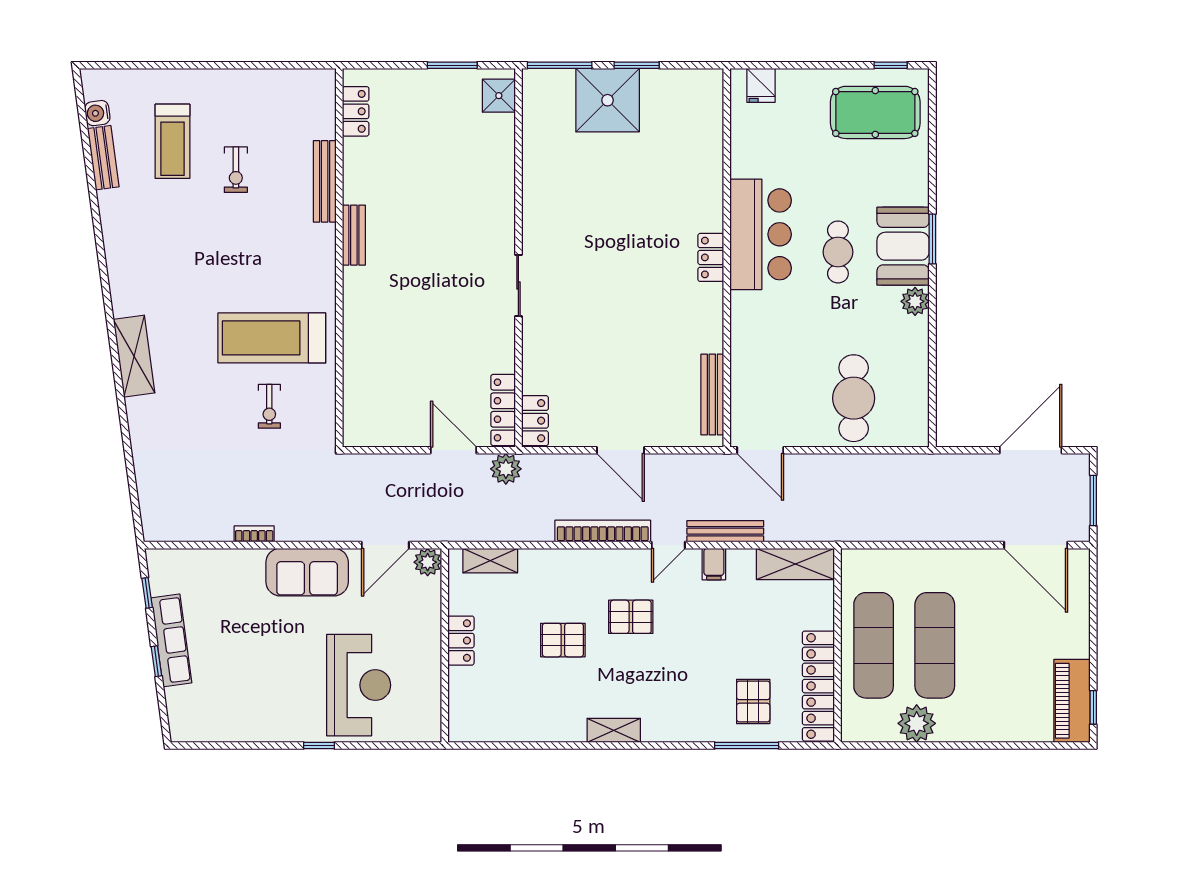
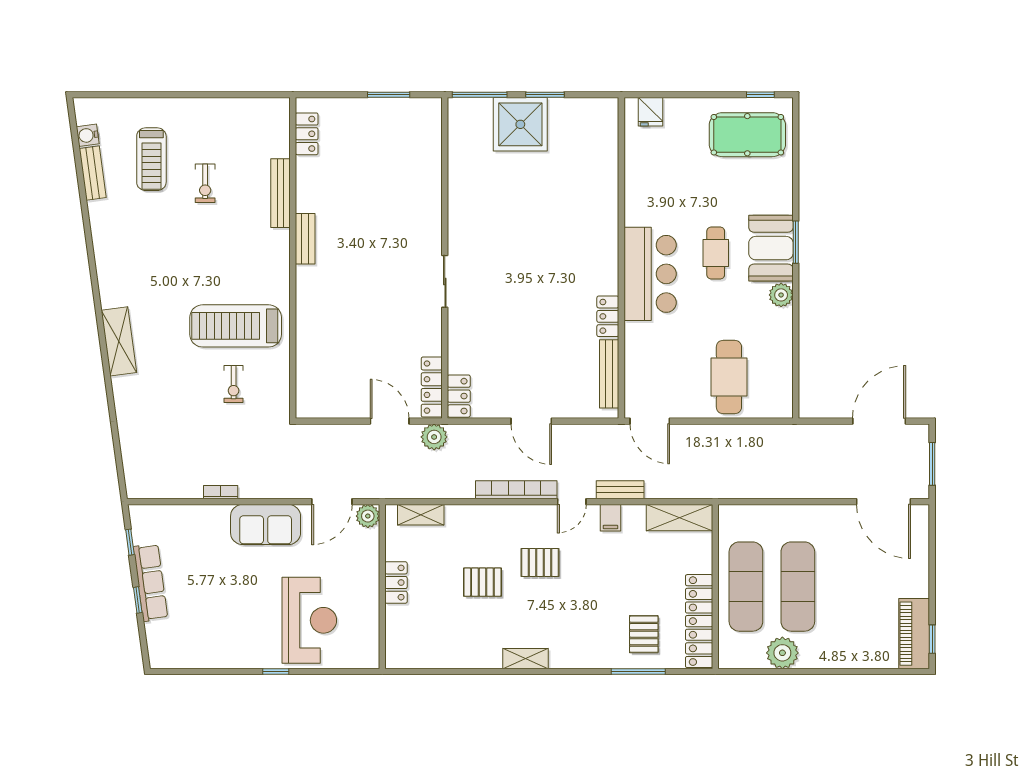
shower: (499, 96) -> (428, 120), removed
bar counter: (761, 234) -> (650, 274), moved
locker: (711, 257) -> (608, 316), moved
bench: (725, 531) -> (620, 490), width x0.73

